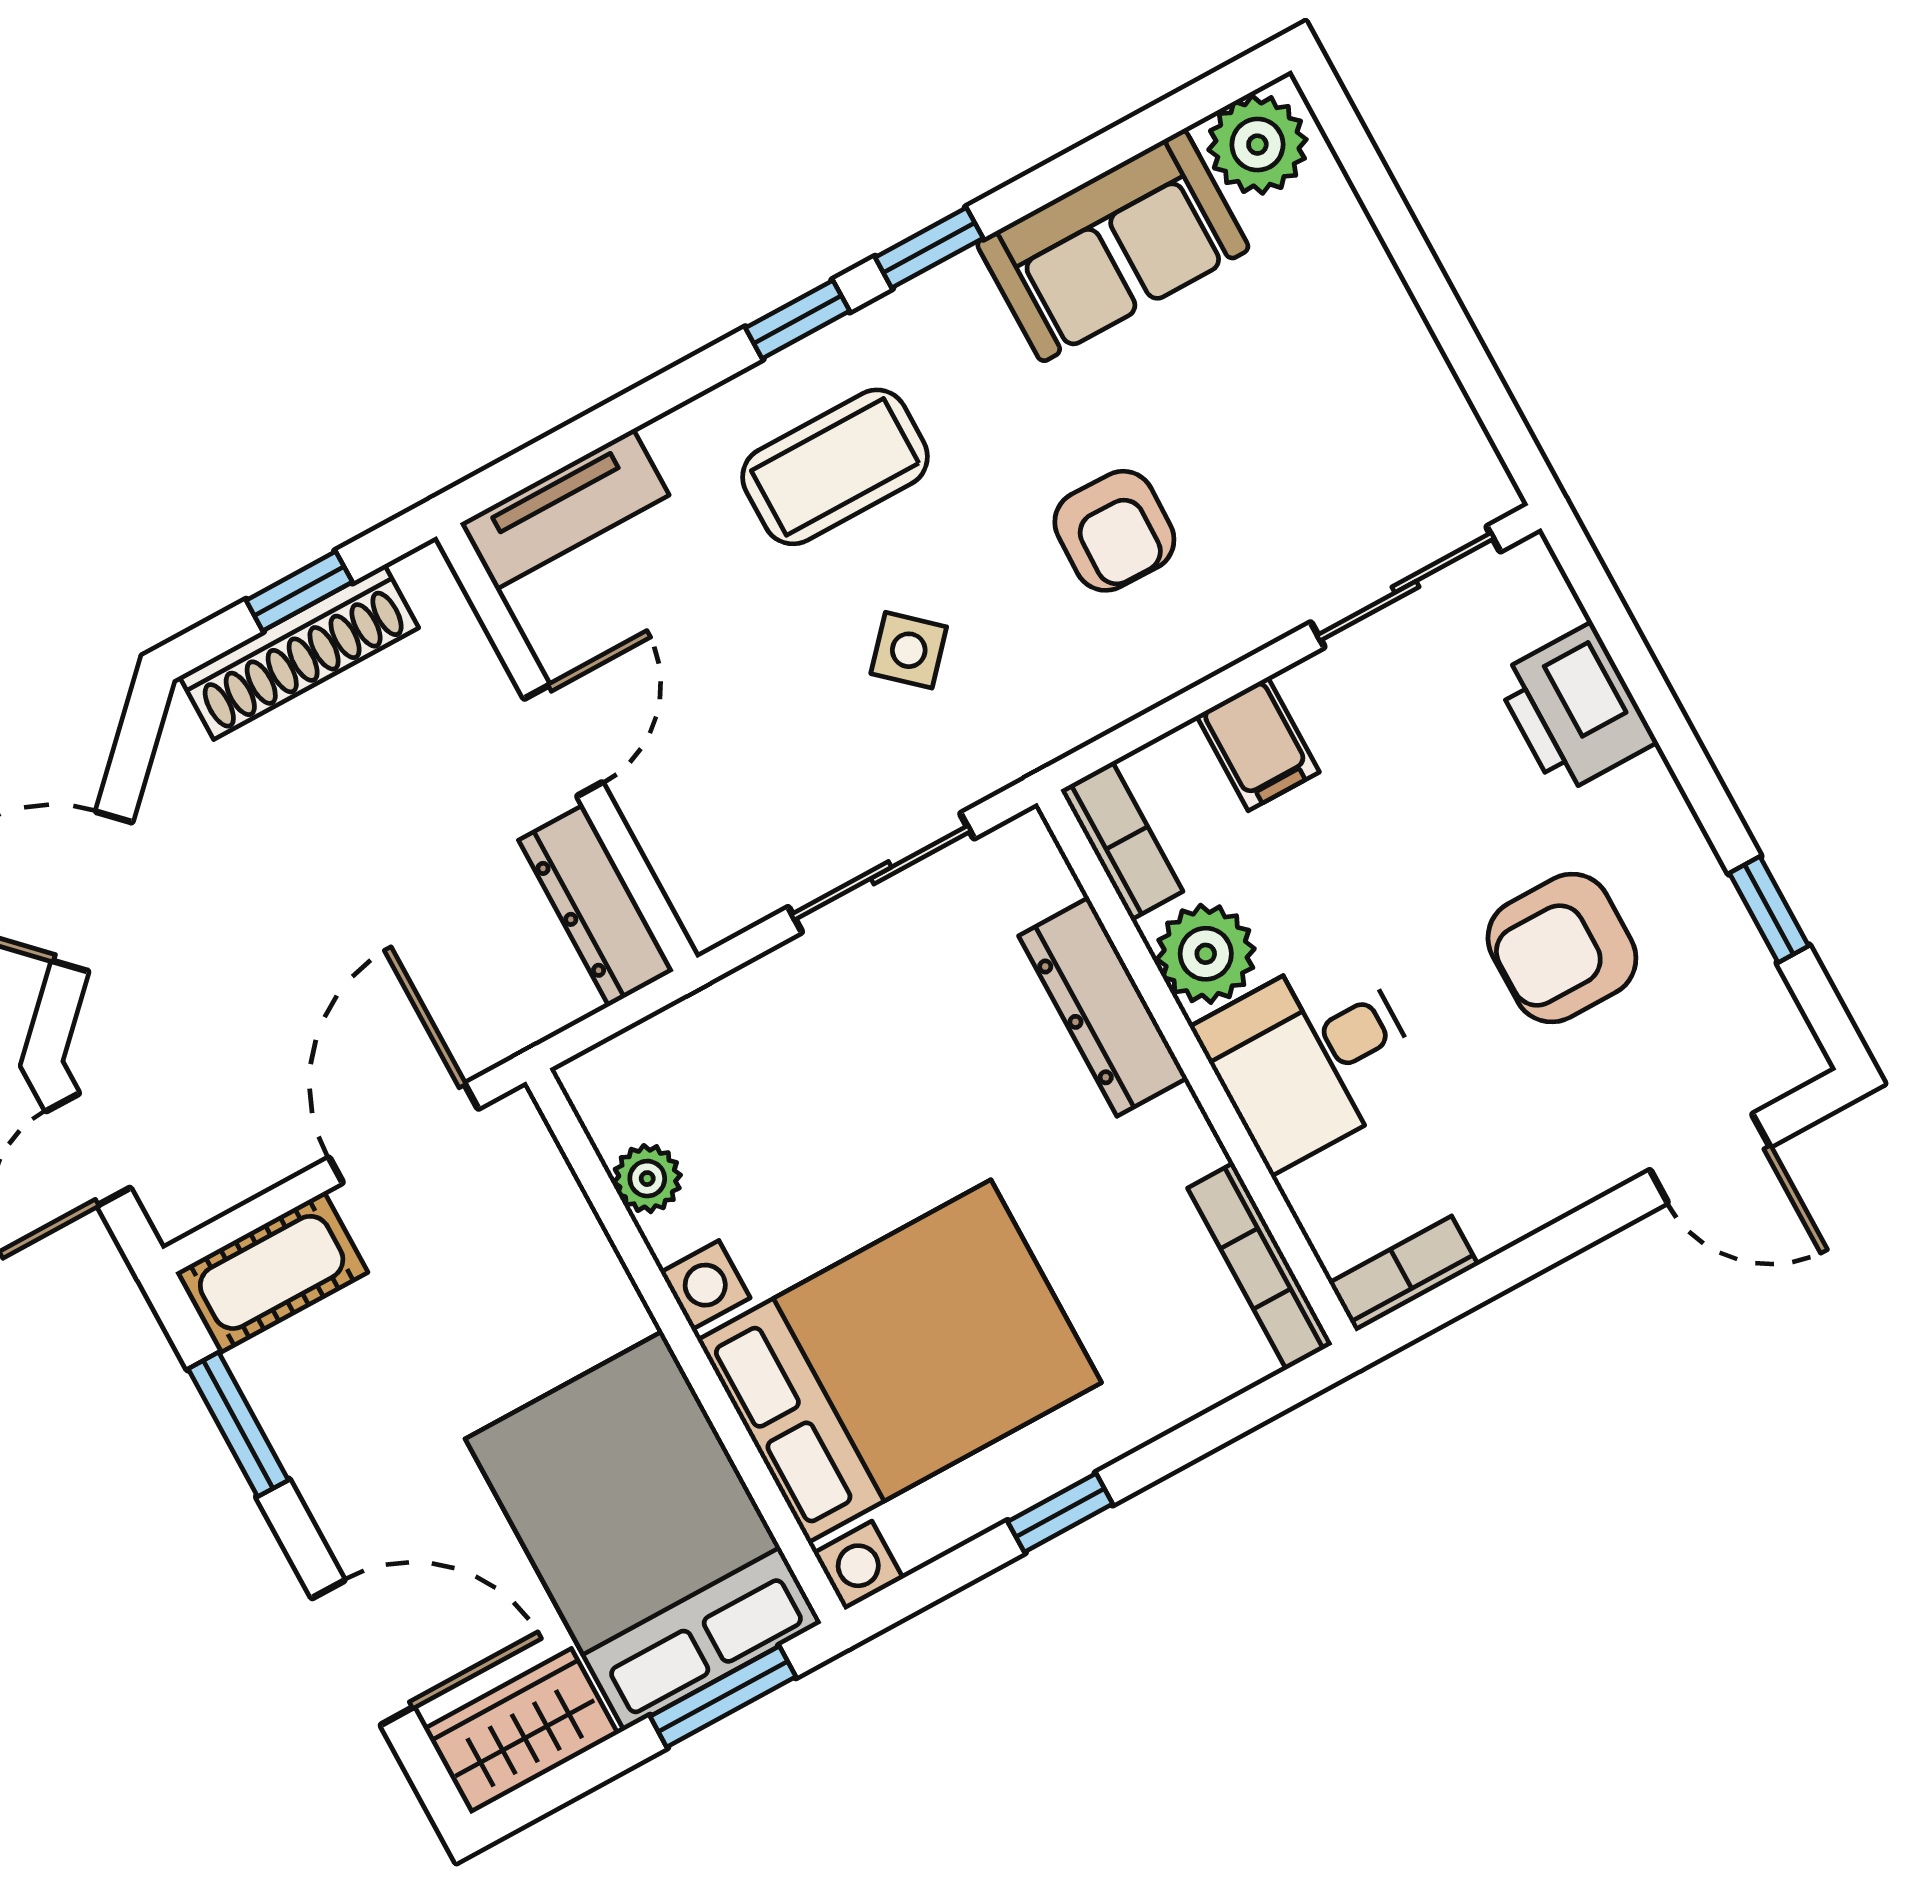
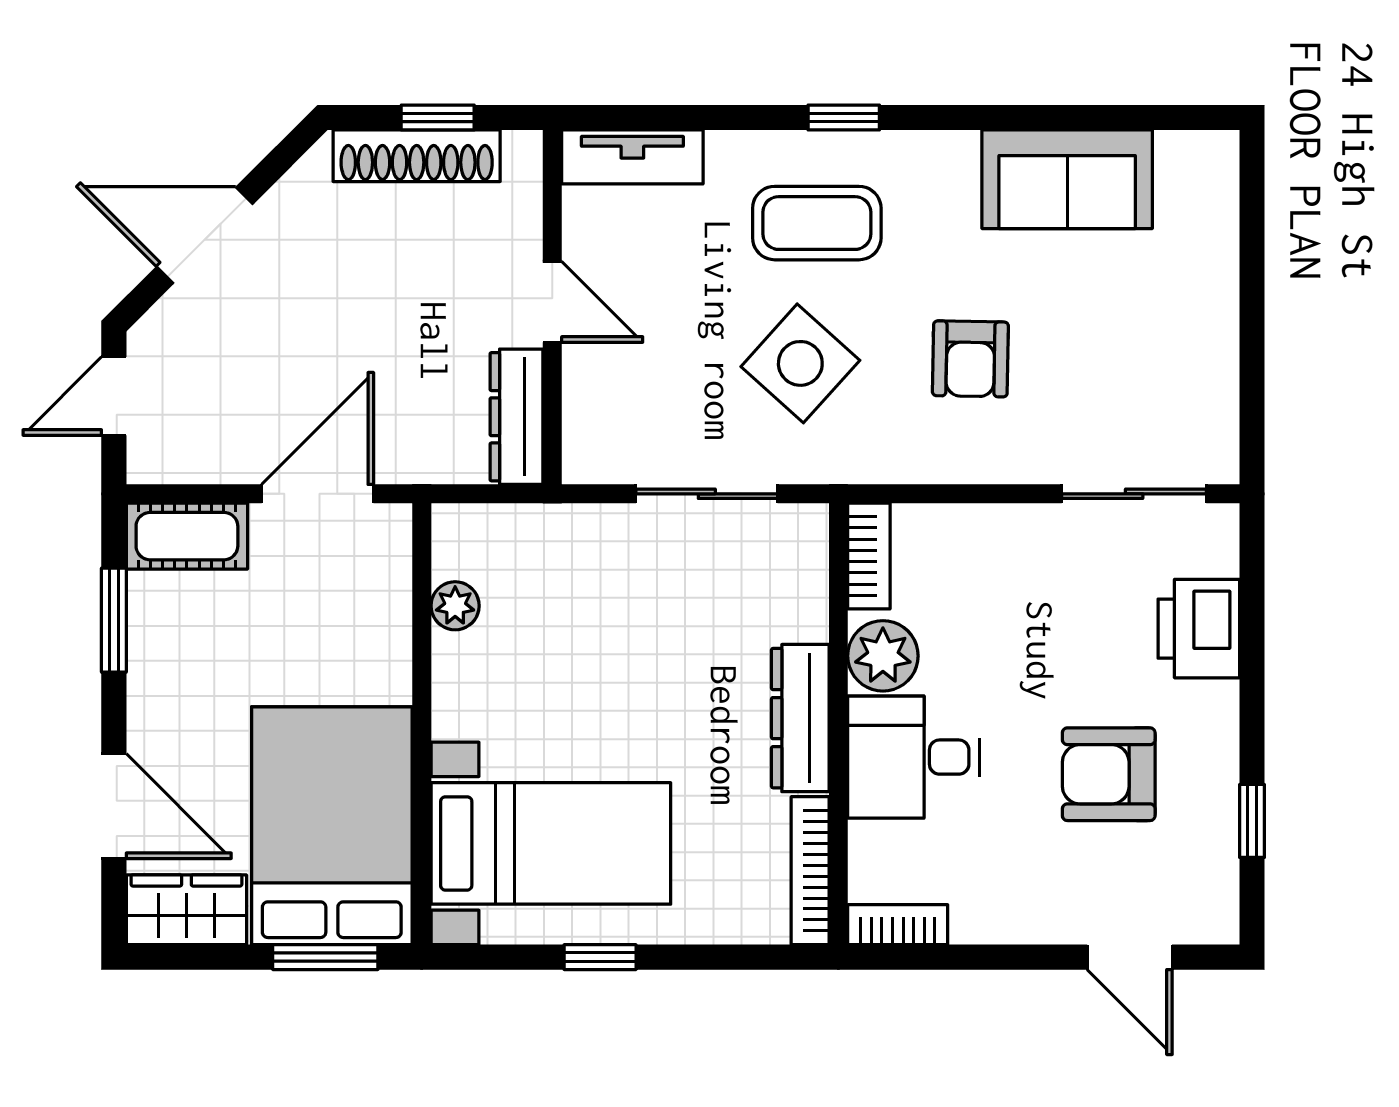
plant: (1257, 145) -> (1193, 165), removed
window: (929, 248) -> (951, 118), removed
side table: (909, 650) -> (800, 363), width x1.87, depth x1.87
door: (563, 741) -> (552, 302), hinge flipped
filing cabinet: (1258, 744) -> (988, 542), removed
dresser: (1103, 1007) -> (800, 718), moved
bed with nightstands: (899, 1361) -> (551, 843), width x0.73

